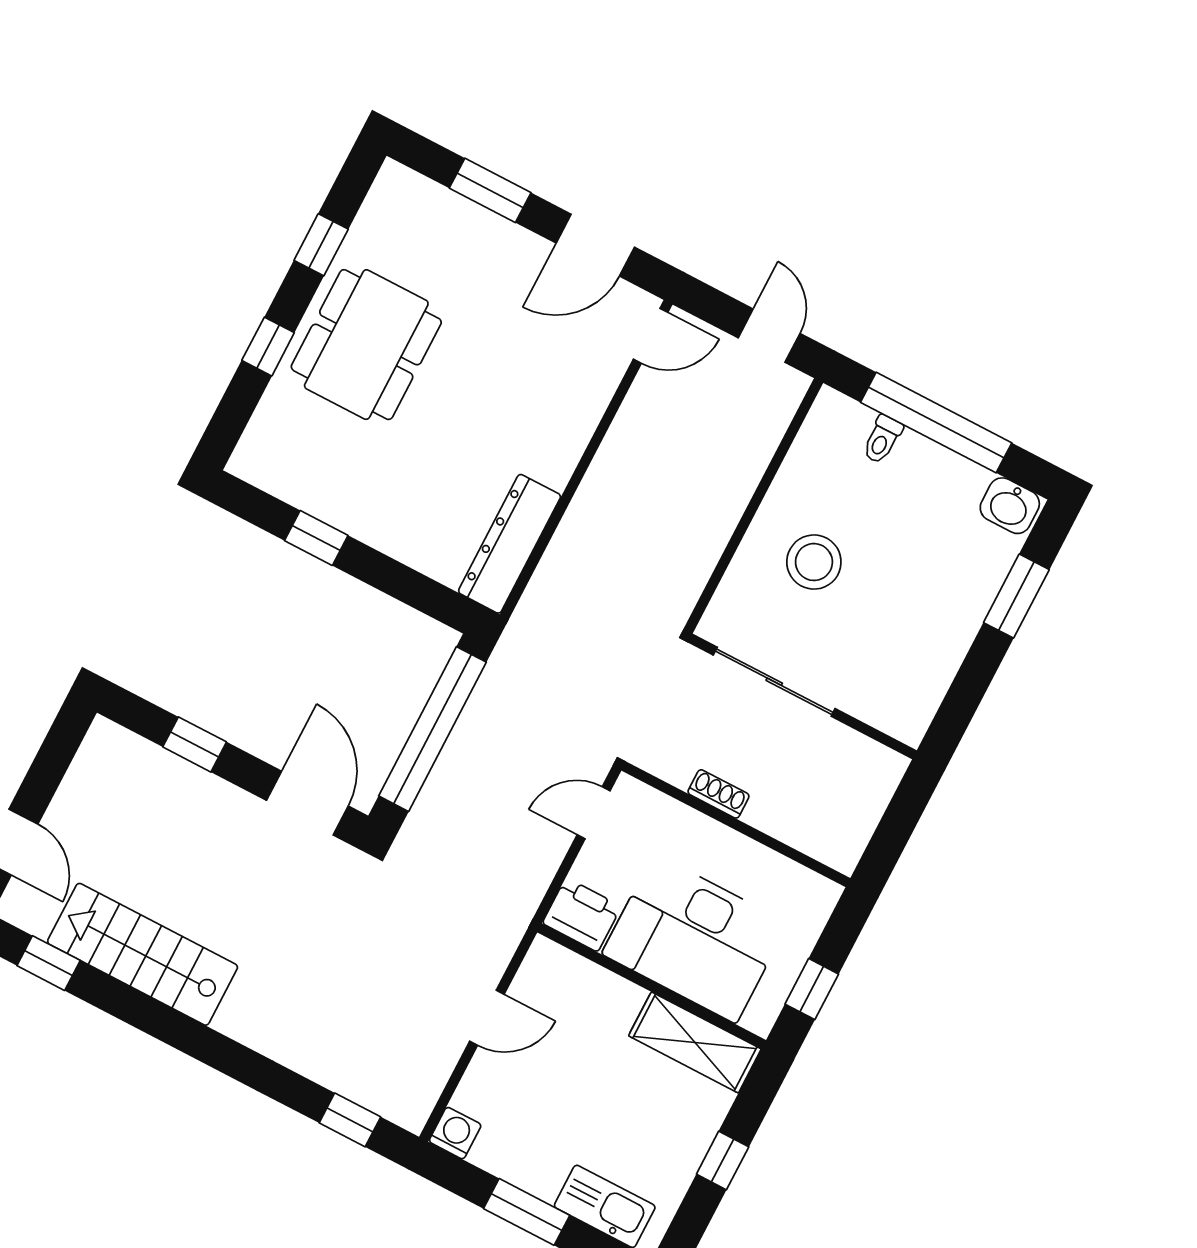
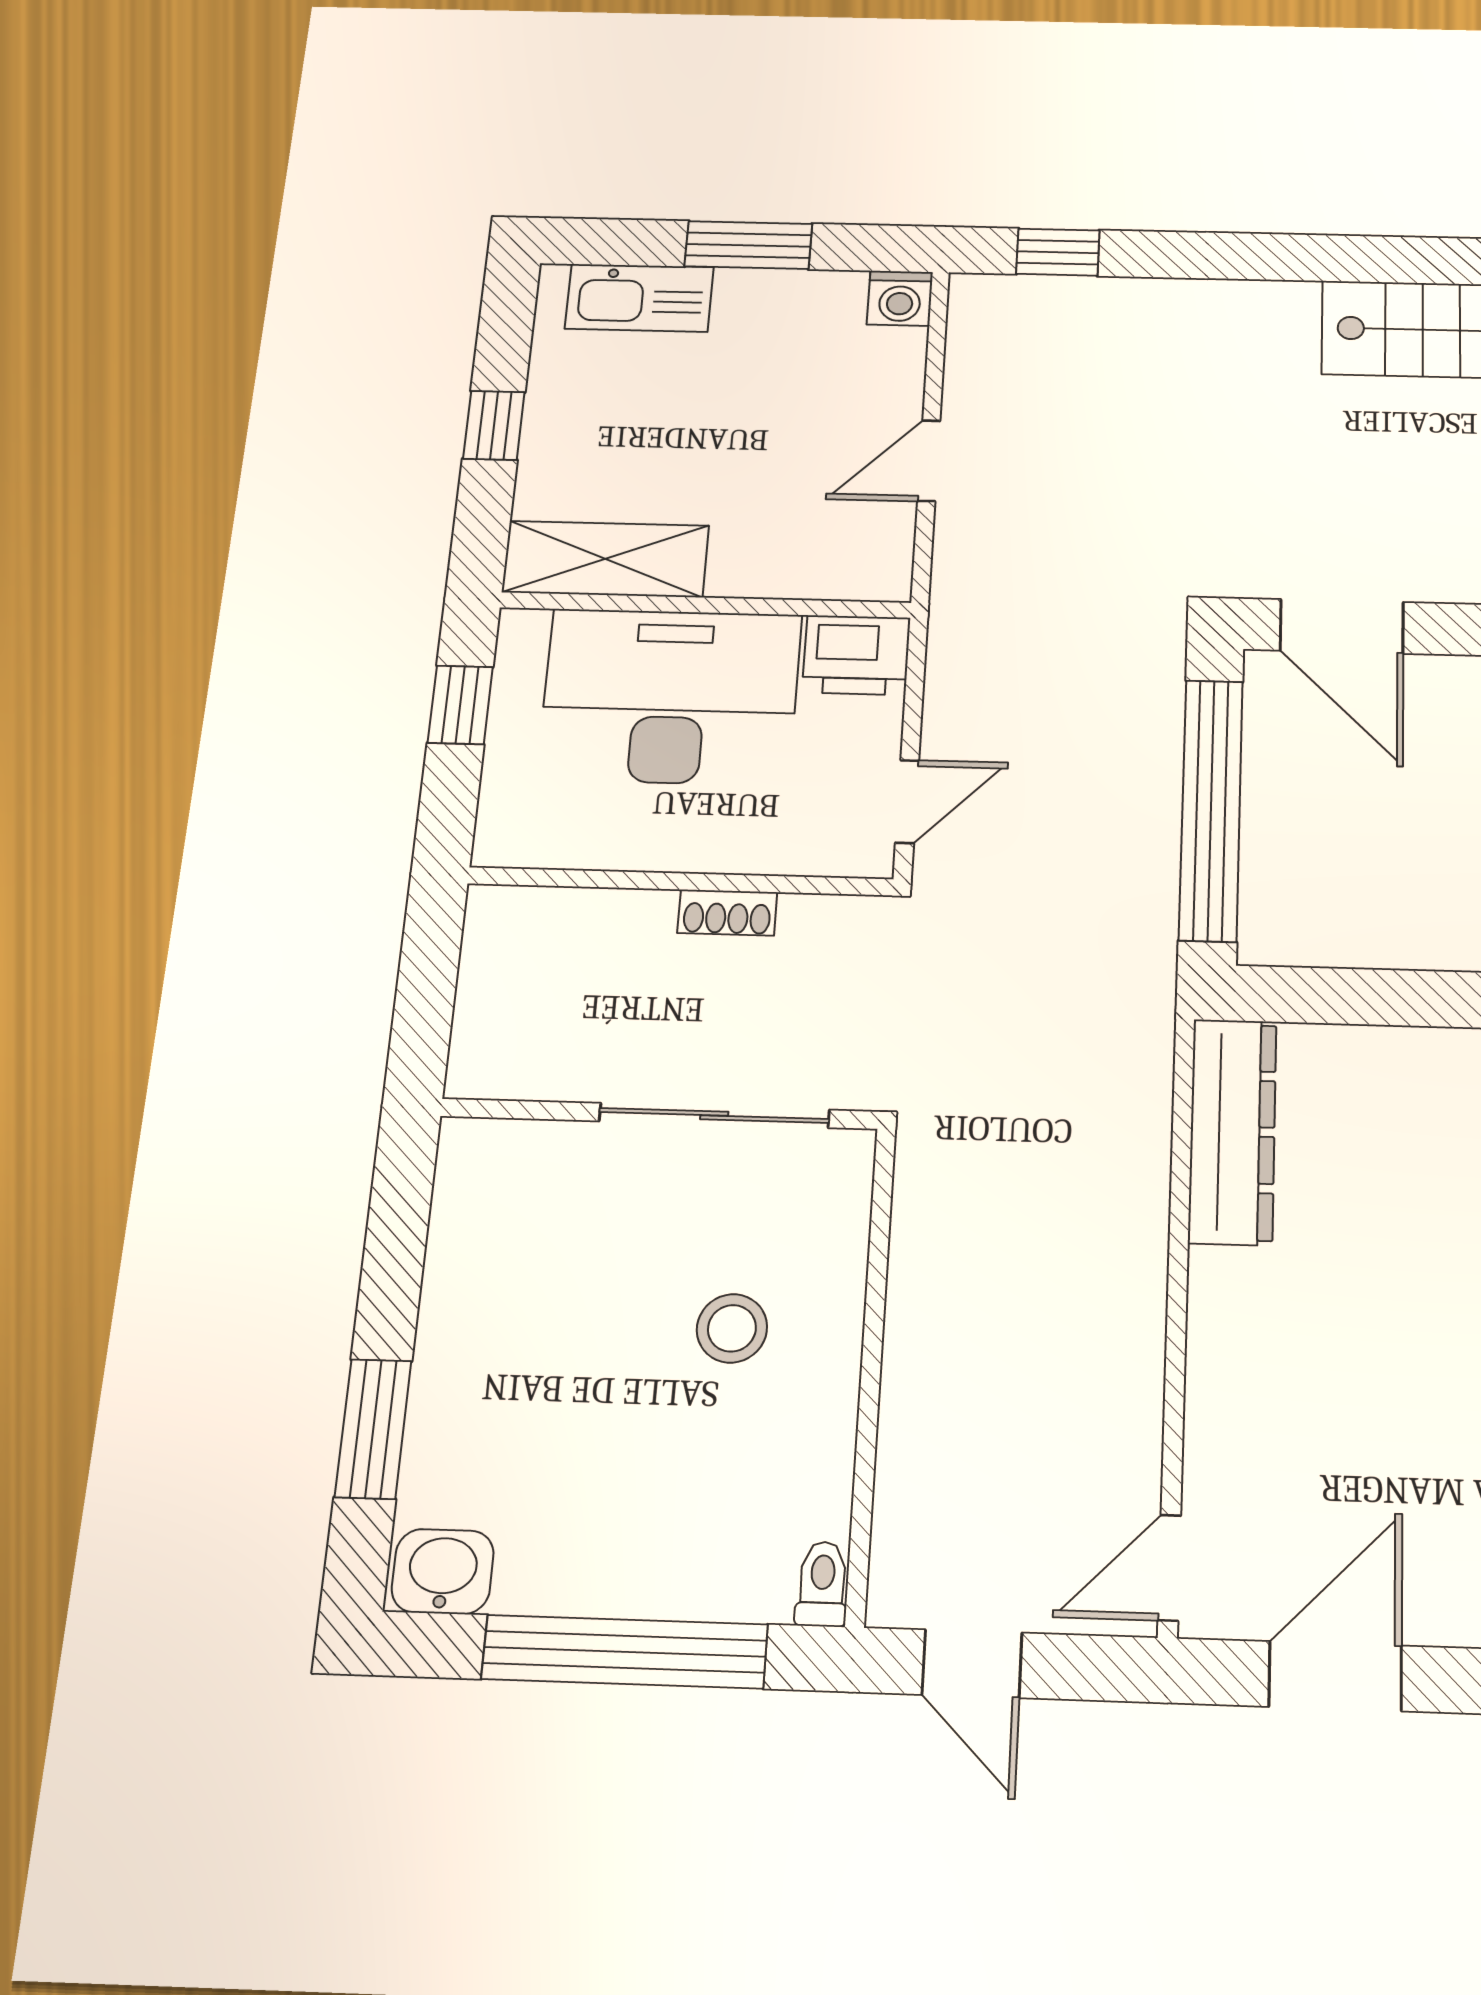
toilet: (882, 439) -> (822, 1584), moved
stool: (814, 562) -> (732, 1328), width x0.73, depth x0.73

